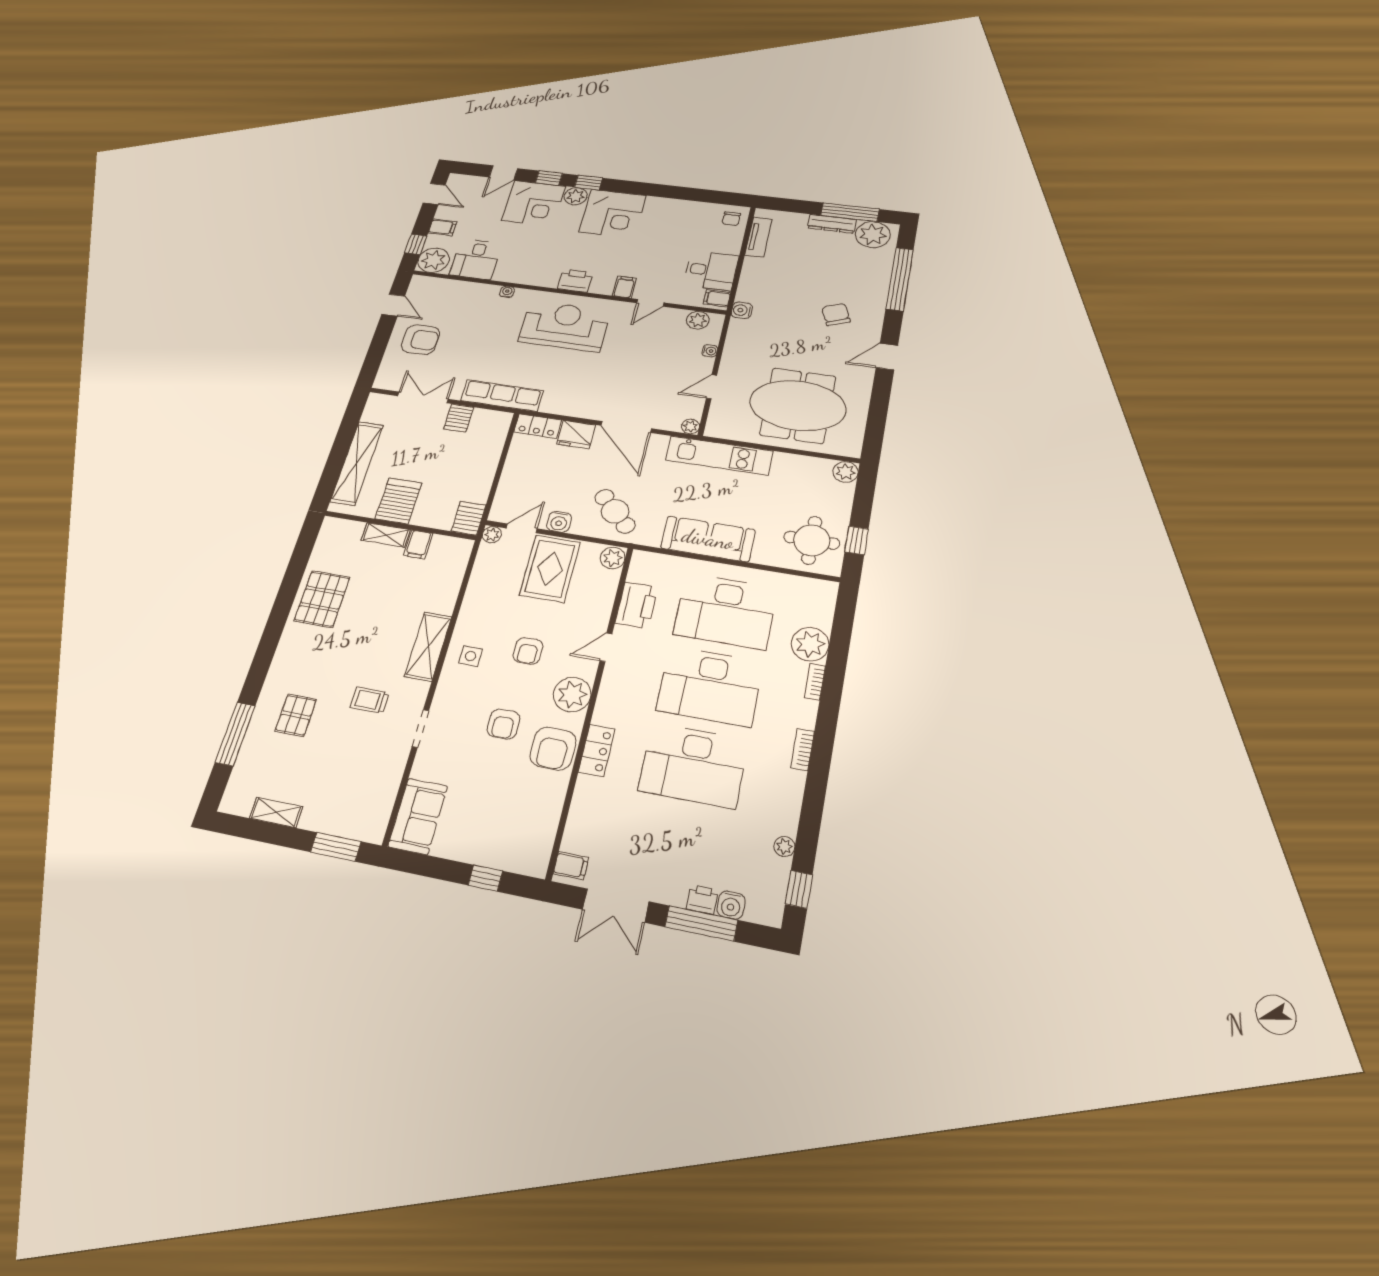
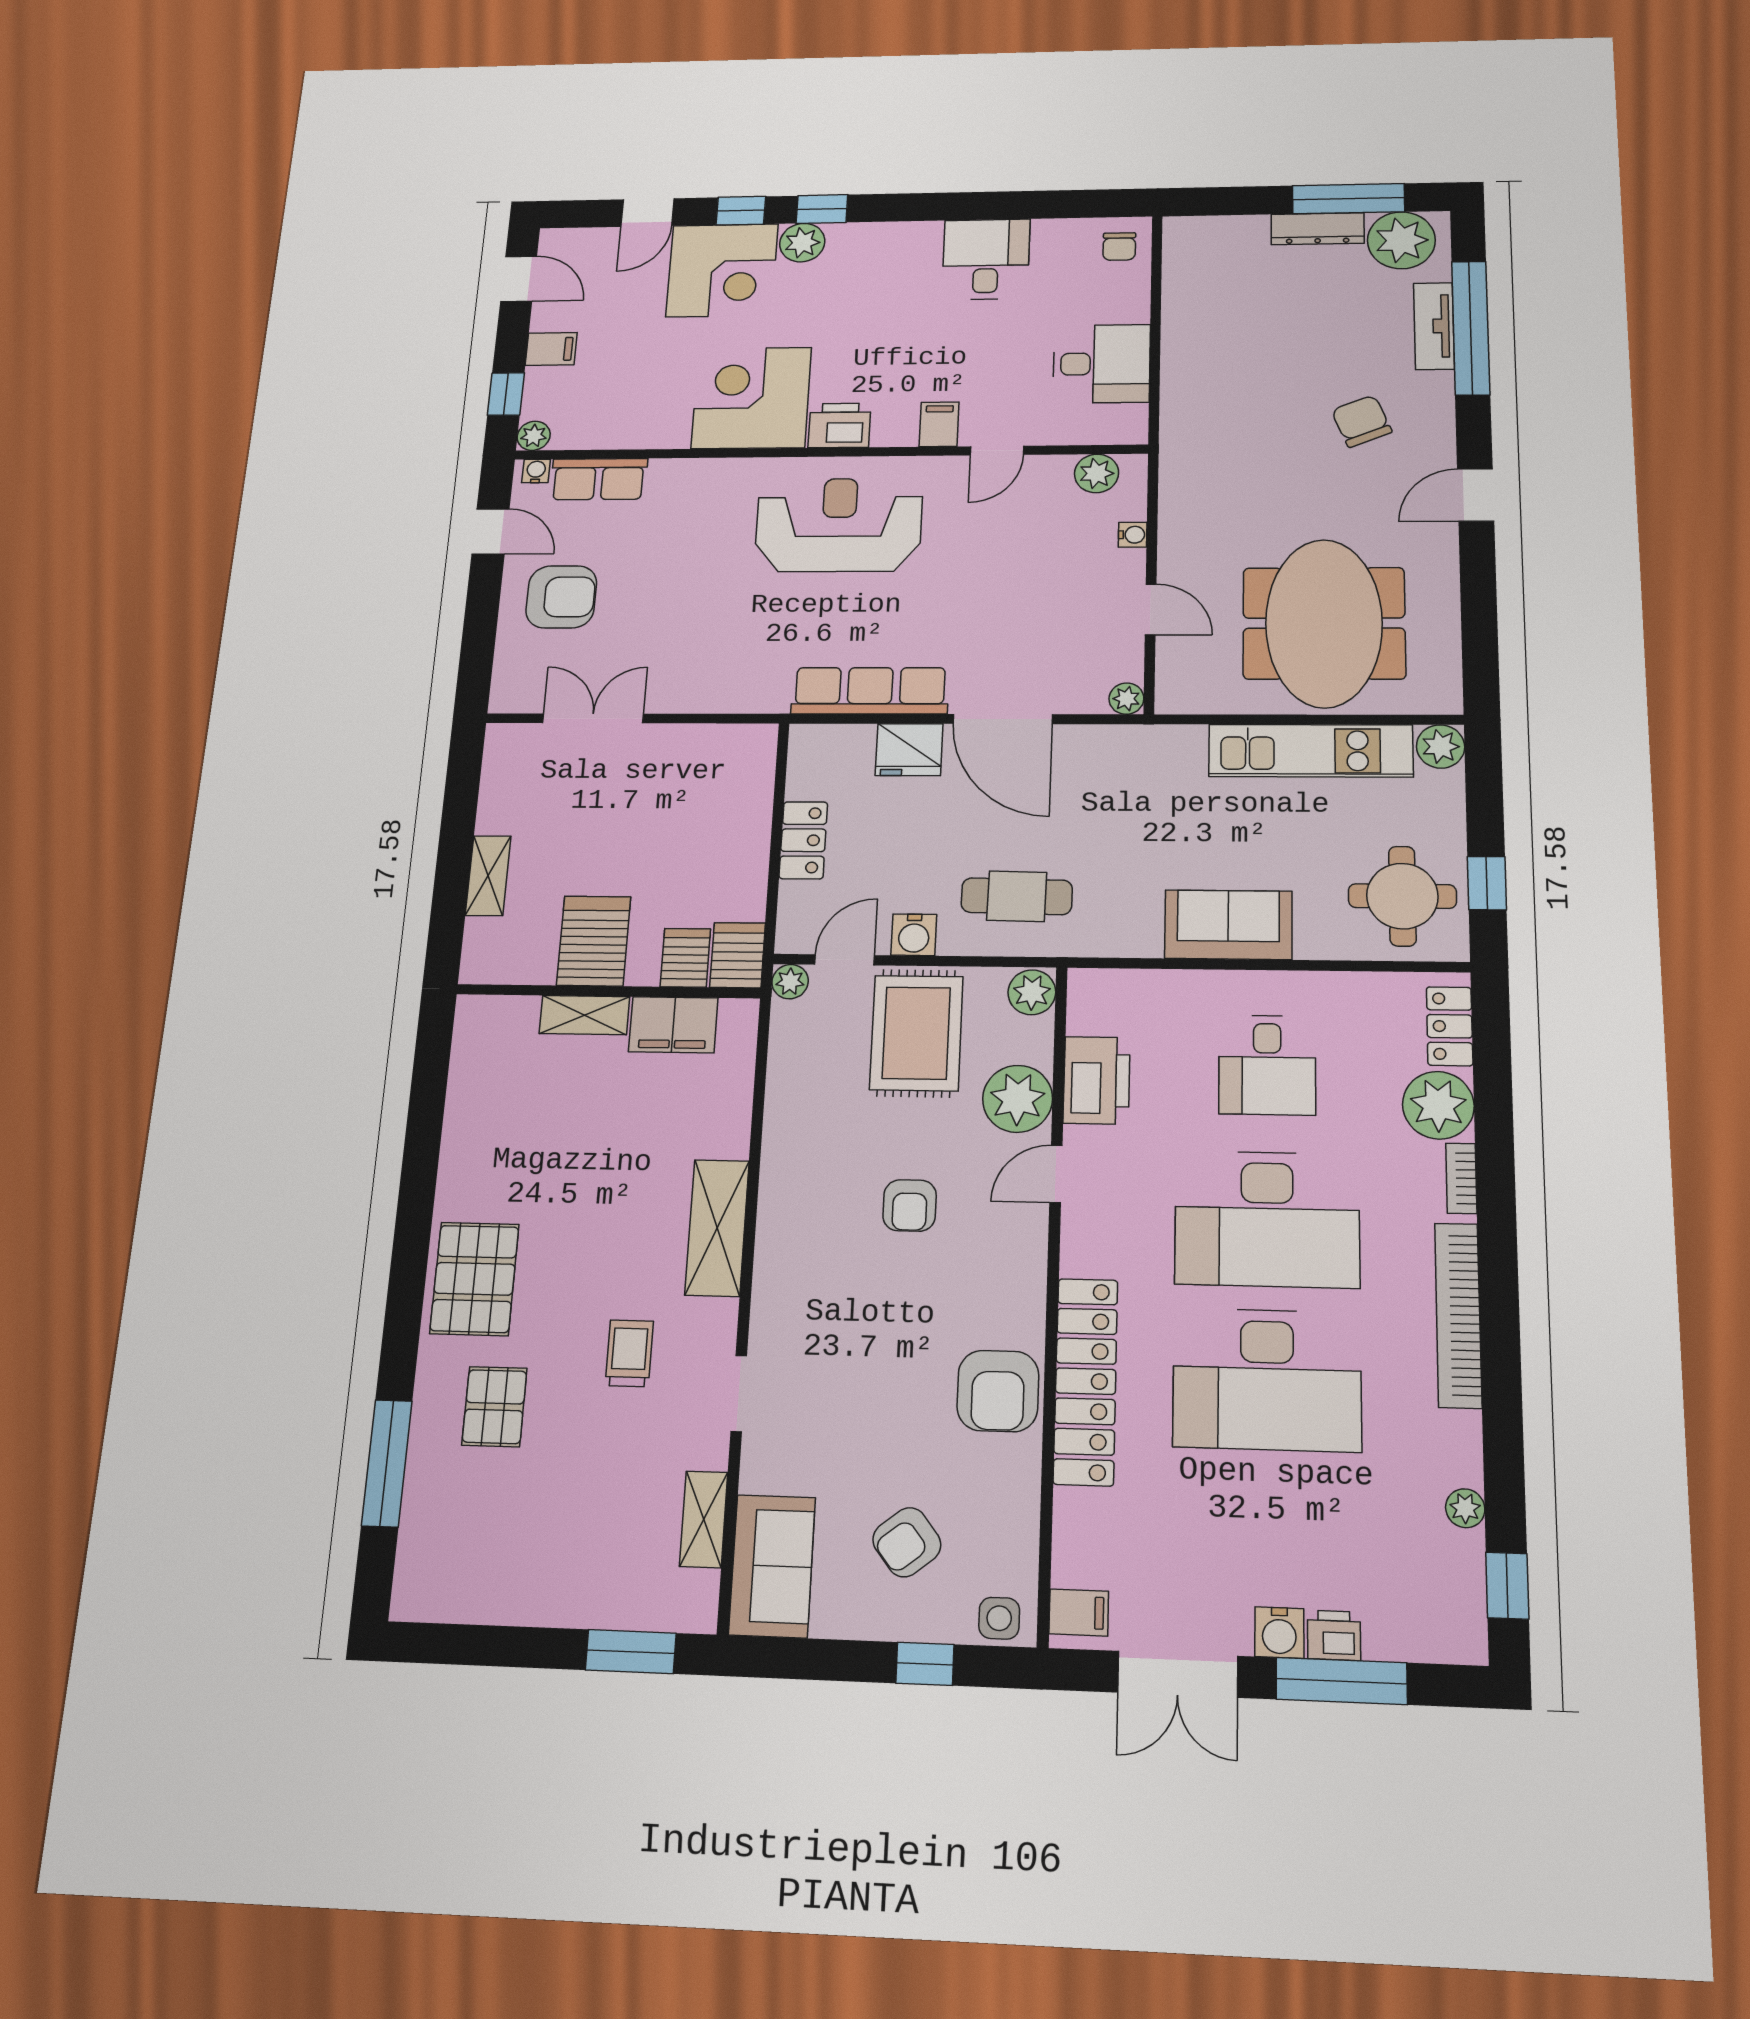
corner desk: (613, 214) -> (751, 398), moved, turned 180
tv unit: (758, 237) -> (1434, 326), moved, turned 180
desk: (476, 259) -> (986, 259), moved, turned 180
plant: (434, 260) -> (534, 436), width x0.53, depth x0.53
row of seats: (452, 289) -> (599, 479), added
water cooler: (507, 292) -> (536, 471), moved
filing cabinet: (717, 298) -> (1124, 421), removed
water cooler: (742, 310) -> (1178, 440), removed
door: (711, 387) -> (1151, 609), swing flipped
row of seats: (502, 396) -> (870, 691), moved
meeting table: (798, 405) -> (1324, 623), turned 90
server rack: (459, 418) -> (685, 958), moved, turned 180
locker: (538, 426) -> (803, 840), moved, turned -90
kitchen unit: (719, 456) -> (1311, 751), moved
shelving: (357, 463) -> (488, 876), width x0.45, depth x0.75
cafe table: (615, 511) -> (1017, 896), turned -44
sofa: (708, 539) -> (1228, 925), width x0.73
filing cabinet: (418, 544) -> (673, 1025), width x2.00
pallet: (322, 599) -> (474, 1279), moved
locker: (824, 607) -> (1450, 1026), added
desk: (725, 611) -> (1267, 1065), width x0.53, depth x0.77
side table: (471, 656) -> (999, 1618), moved
plant: (572, 695) -> (1018, 1099), moved
trolley: (370, 700) -> (629, 1353), turned 90
armchair: (504, 724) -> (907, 1542), moved, turned 52
bookcase: (803, 749) -> (1458, 1315), width x2.31, depth x1.31
locker: (597, 750) -> (1086, 1381), width x2.16, depth x1.21
shelving: (276, 812) -> (704, 1519), moved, turned 90
water cooler: (731, 905) -> (1279, 1632), moved

